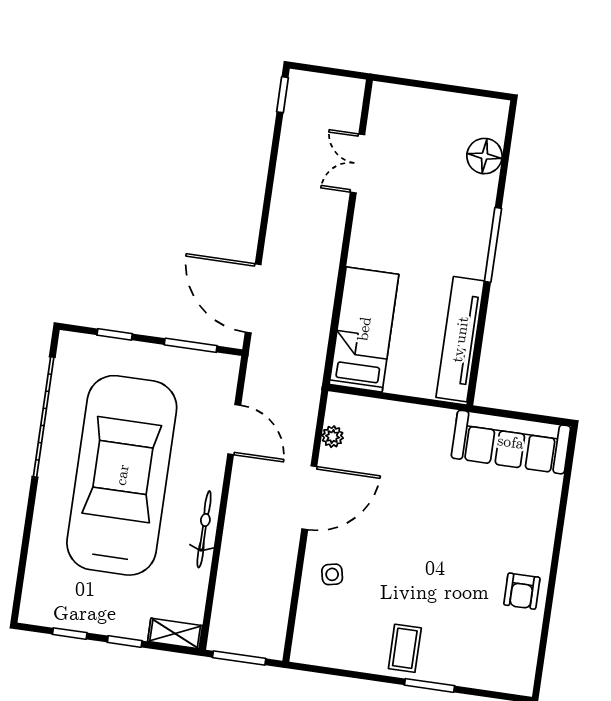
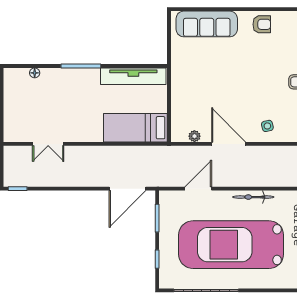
floor lamp: (484, 156) -> (35, 73), width x0.53, depth x0.53
sofa: (511, 442) -> (207, 24), moved, turned 90

